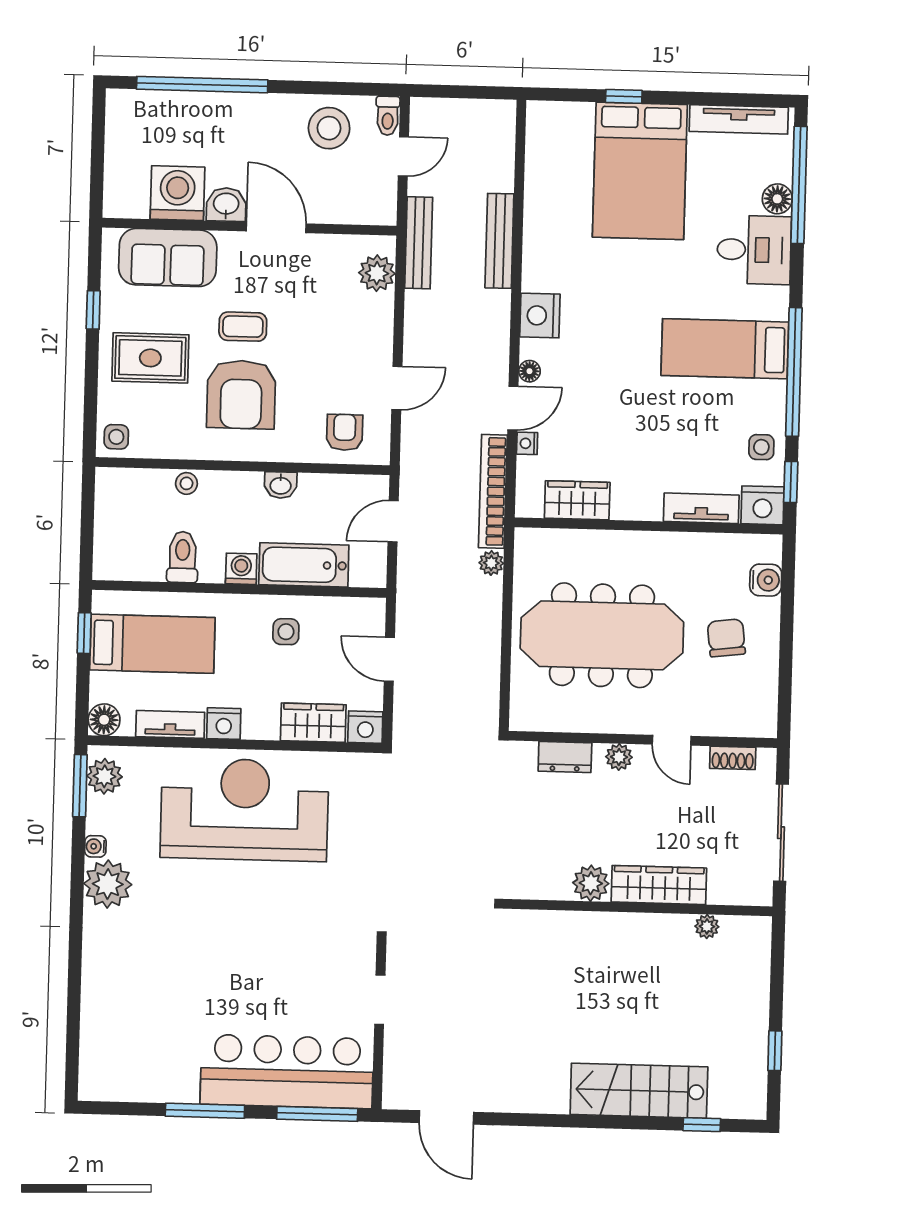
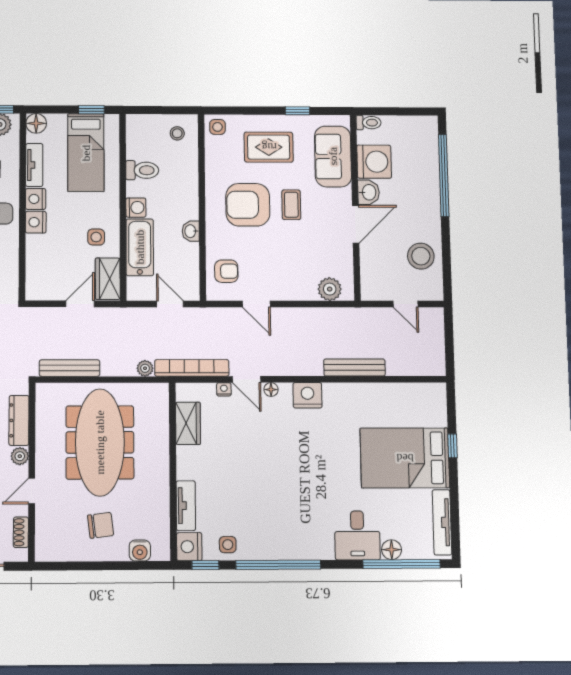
toilet: (388, 116) -> (369, 123), moved, turned 180
bench: (419, 243) -> (70, 368), moved
bed: (725, 349) -> (291, 518), removed
rug: (150, 358) -> (269, 147), turned 90
stool: (186, 483) -> (177, 133), moved
wardrobe: (313, 723) -> (108, 279), moved, turned 180
nightstand: (365, 727) -> (36, 222), moved
dresser: (565, 757) -> (19, 420), width x1.44

